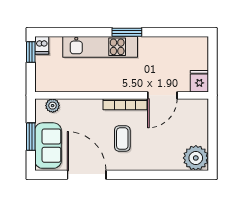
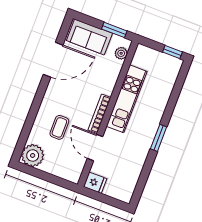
dishwasher: (42, 45) -> (174, 63), removed
kitchen unit: (100, 47) -> (127, 99), moved, turned 180
window: (31, 137) -> (114, 30), moved
coffee table: (122, 139) -> (59, 127), moved, turned 90

